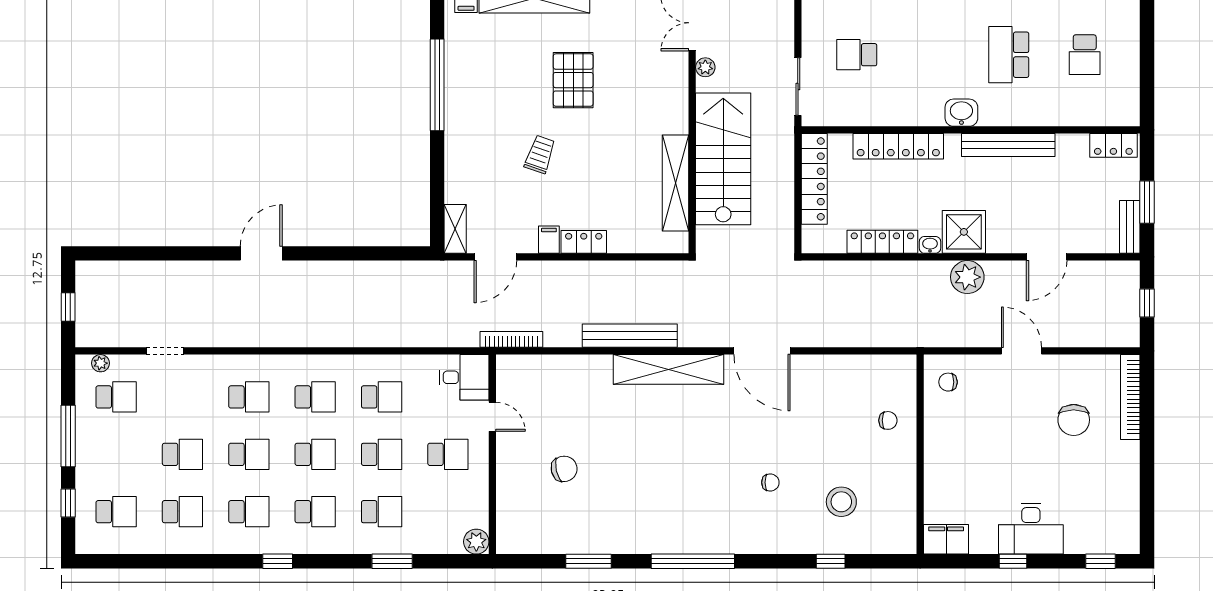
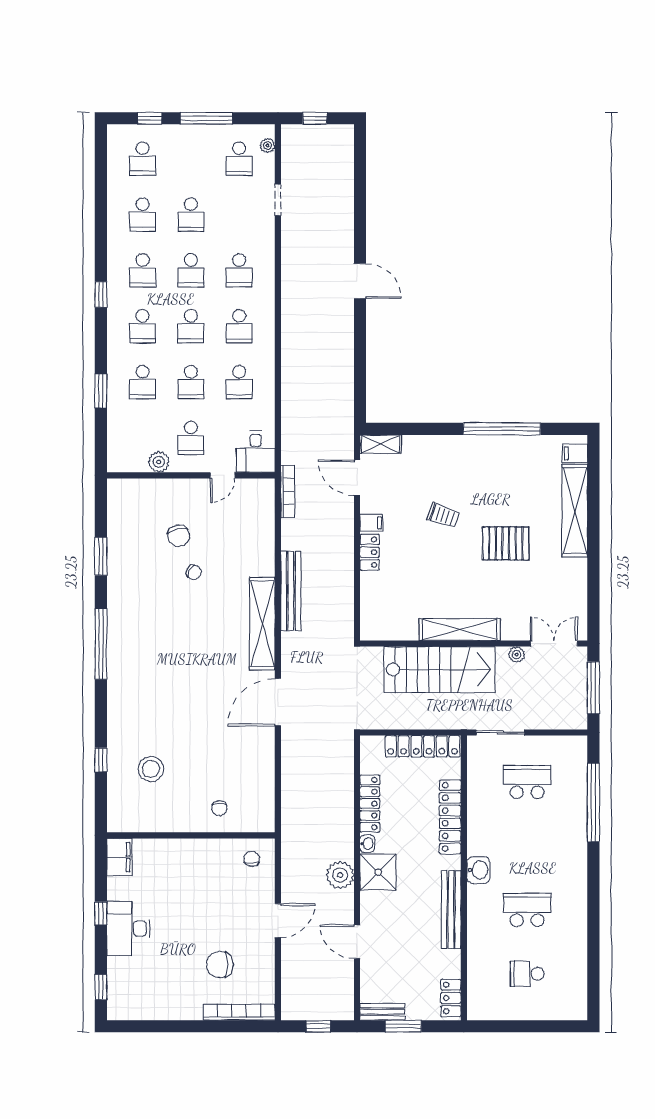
school desk: (857, 55) -> (527, 782), width x1.85
shelving: (676, 183) -> (460, 629), moved
chair: (770, 482) -> (194, 572), moved, turned -63
plant: (476, 542) -> (159, 462), moved

